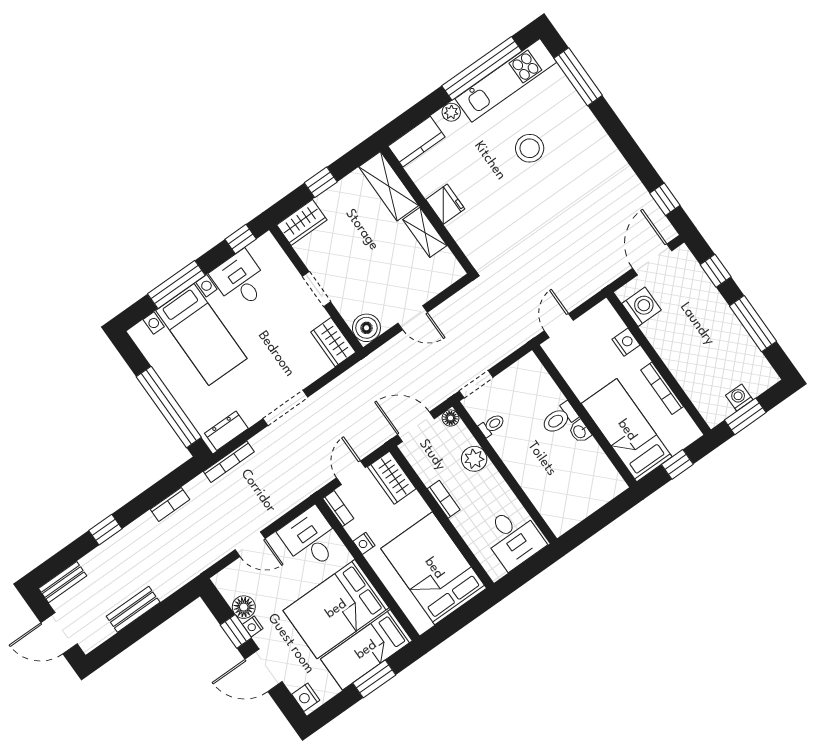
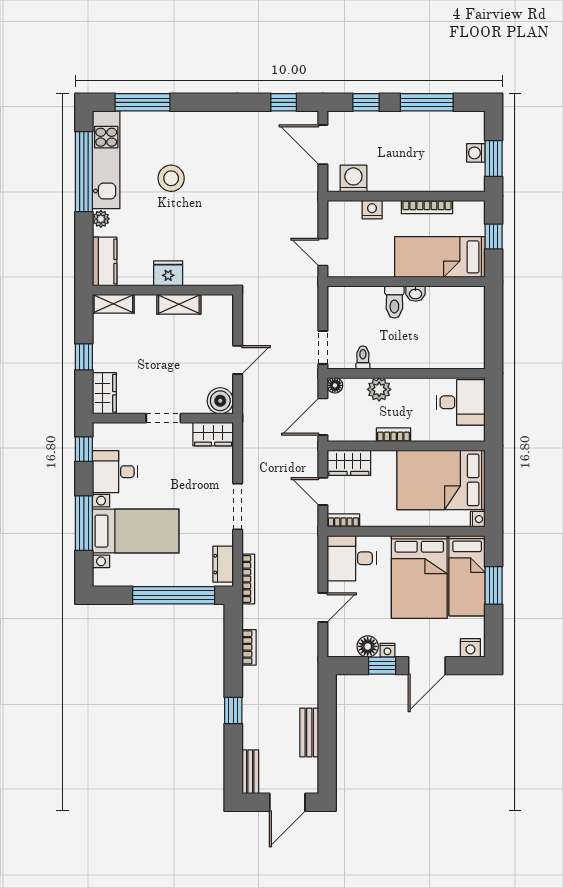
shelving: (389, 186) -> (113, 304), width x0.67, depth x0.75
nightstand: (364, 543) -> (478, 519), moved, turned -90

